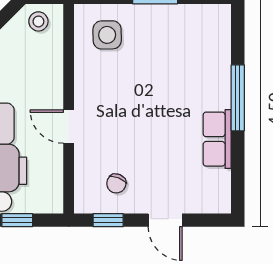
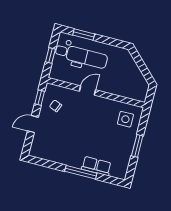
stool: (38, 21) -> (140, 89), removed
row of seats: (217, 139) -> (96, 166), moved

